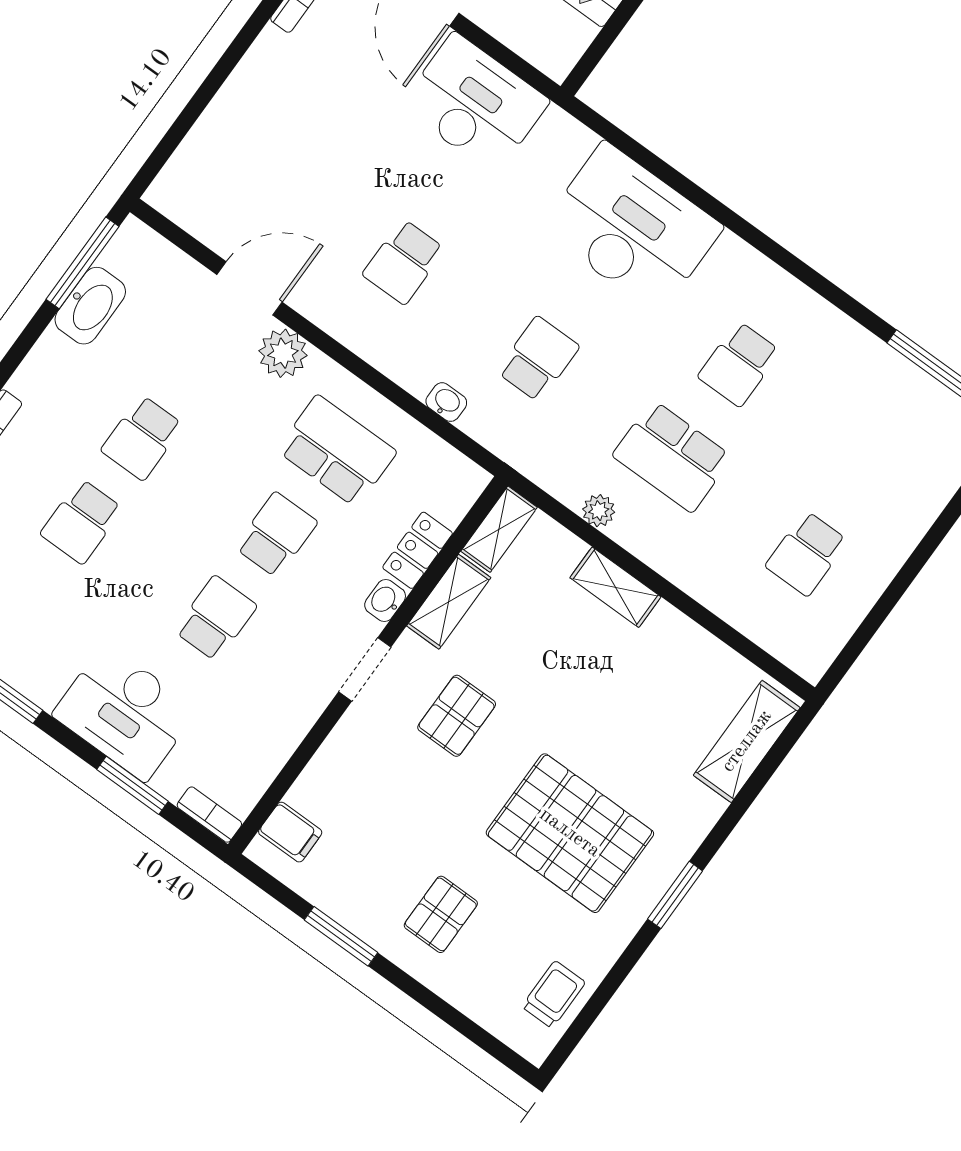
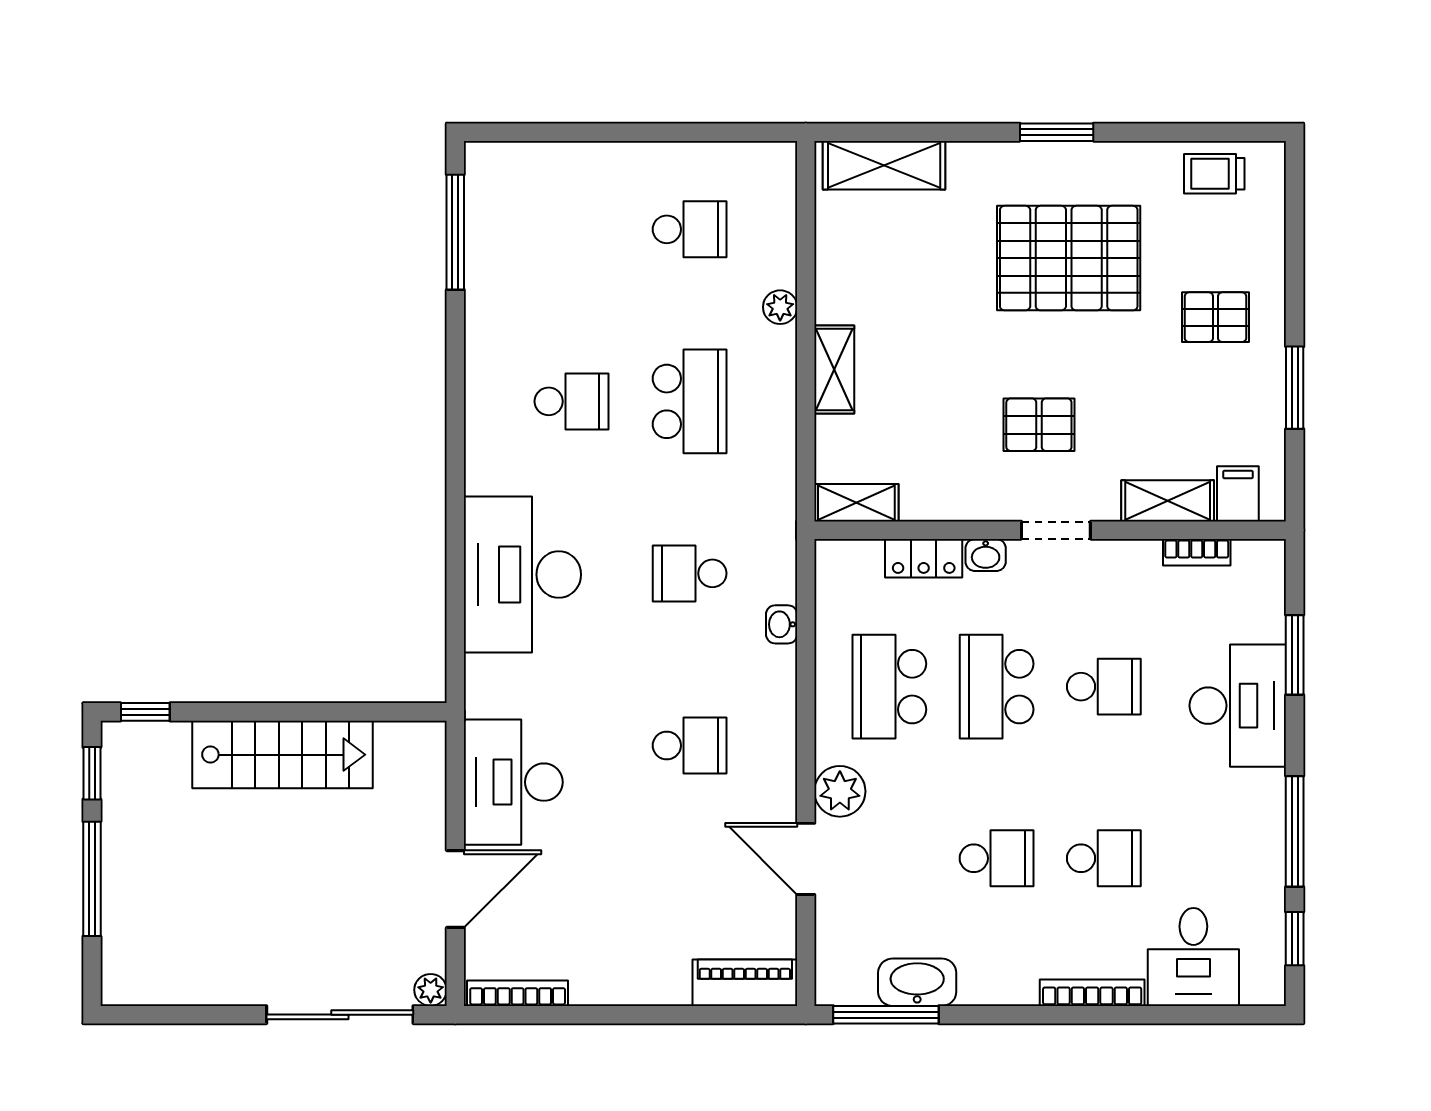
piano: (187, 171) -> (745, 983), added
plant: (599, 511) -> (780, 307), moved
school desk: (276, 535) -> (997, 687), width x1.85
shelving: (449, 602) -> (1168, 501), moved
school desk: (216, 618) -> (1104, 687), turned 180
bookcase: (209, 815) -> (1197, 552), moved, turned -90
pallet: (570, 833) -> (1069, 258), turned 90

